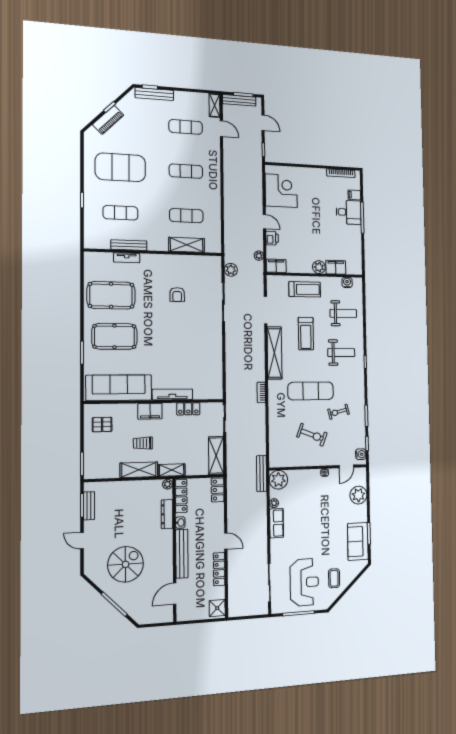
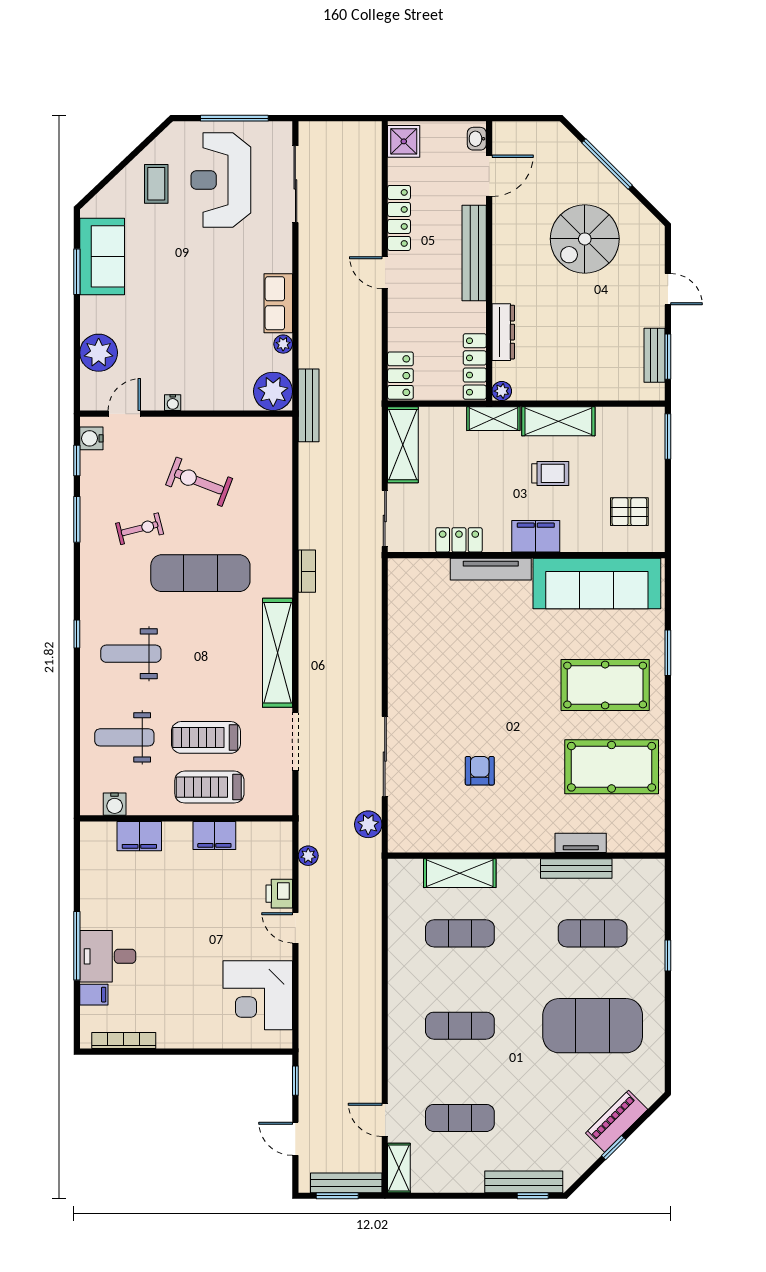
filing cabinet: (276, 266) -> (214, 835), moved
plant: (319, 267) -> (177, 835), removed
treadmill: (306, 334) -> (206, 737), moved, turned -90
washbasin: (180, 523) -> (477, 139), moved

